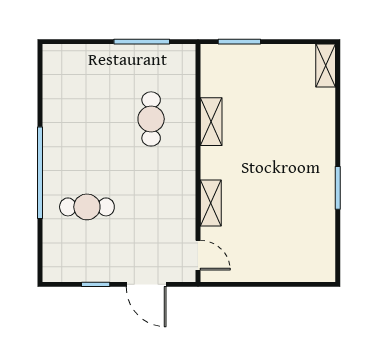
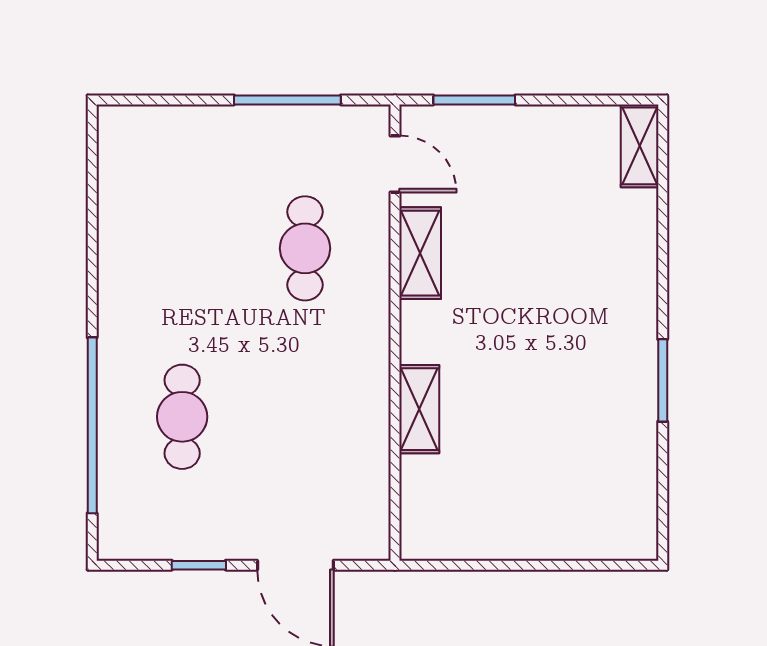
window: (40, 173) -> (92, 425), moved
cafe table: (87, 207) -> (182, 417), turned 90
door: (198, 255) -> (395, 164), moved

